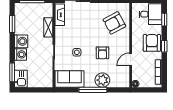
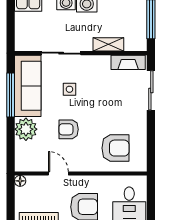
armchair: (114, 23) -> (115, 148), turned 118
sofa: (69, 79) -> (28, 86), width x1.36
window: (93, 90) -> (11, 95), moved

